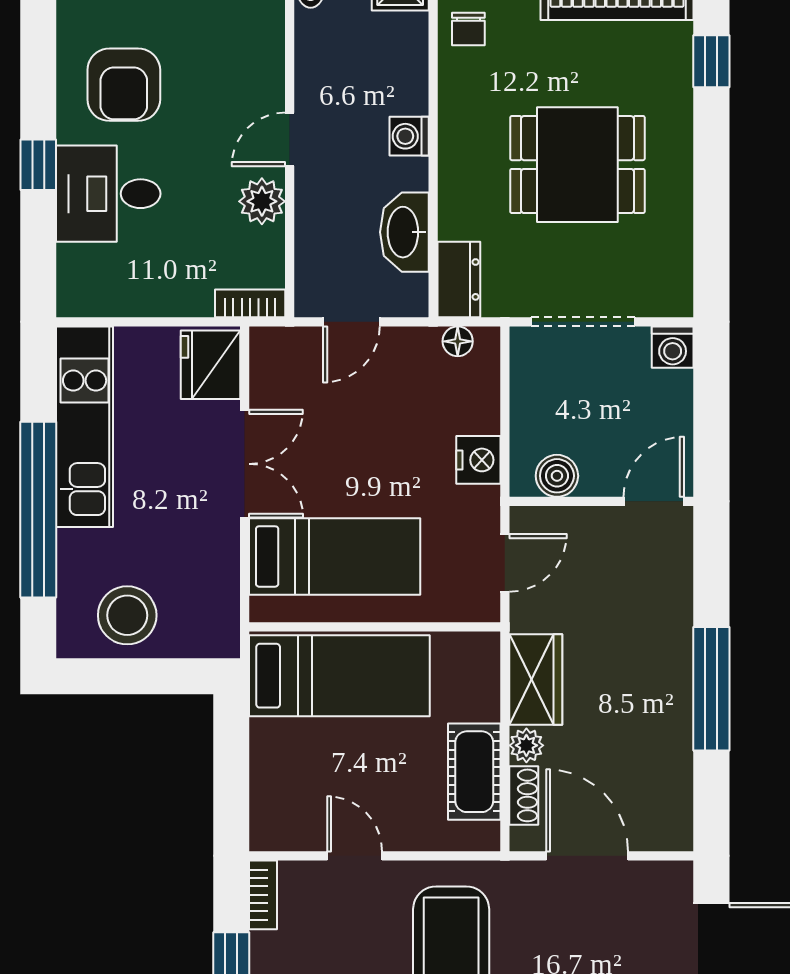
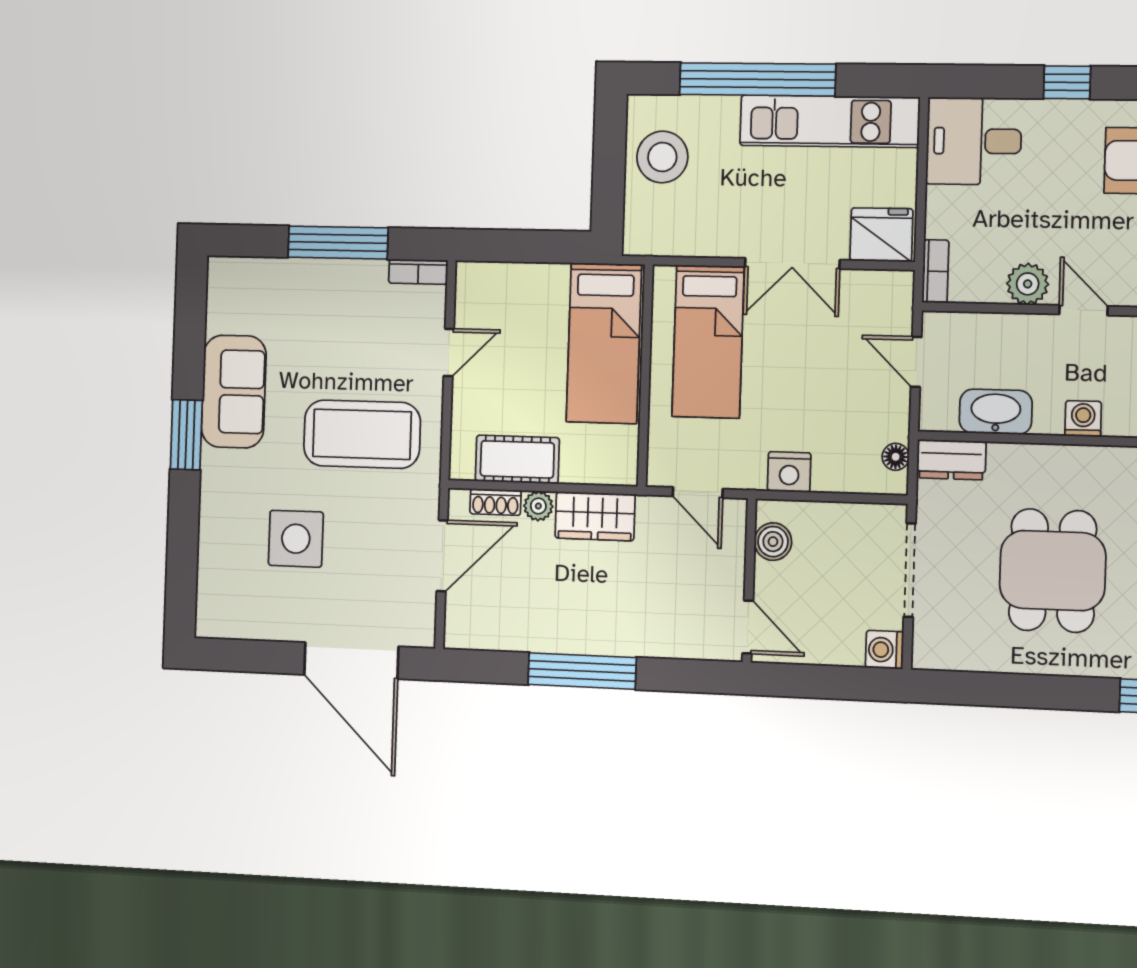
desk: (108, 194) -> (974, 141), moved, turned -90

